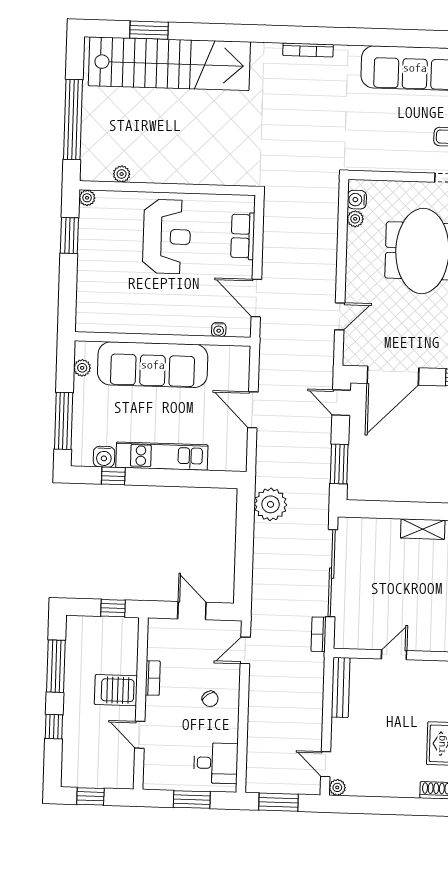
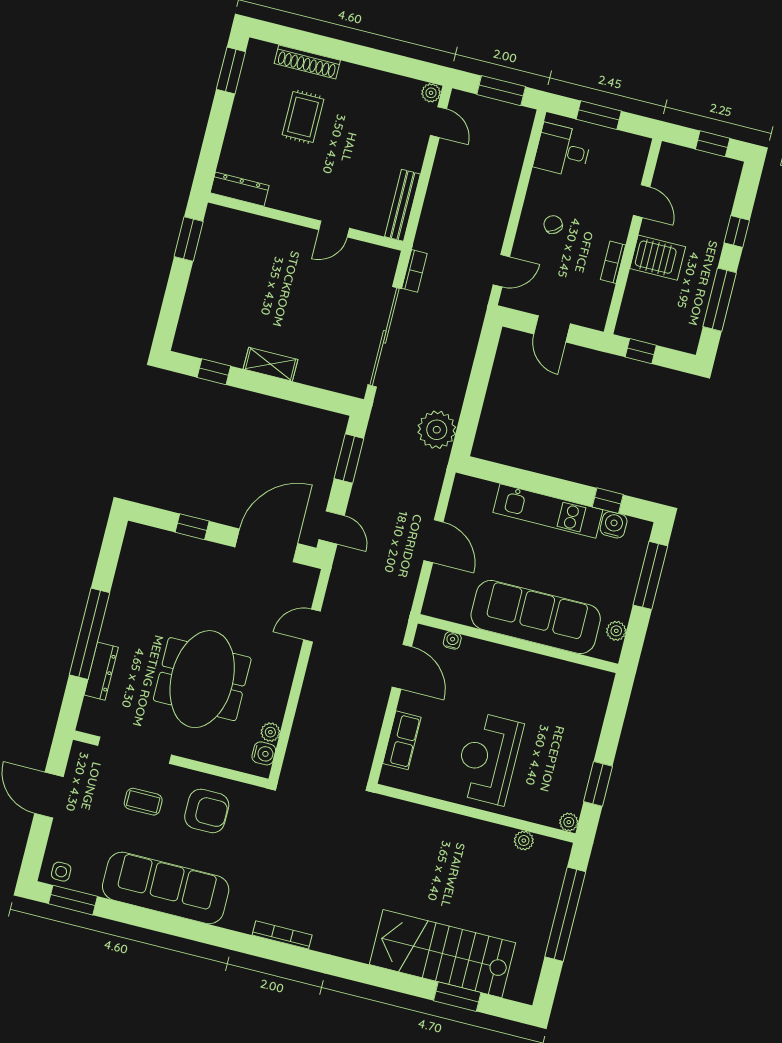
stairs: (169, 64) -> (442, 954), width x0.73
armchair: (394, 141) -> (207, 811), added

